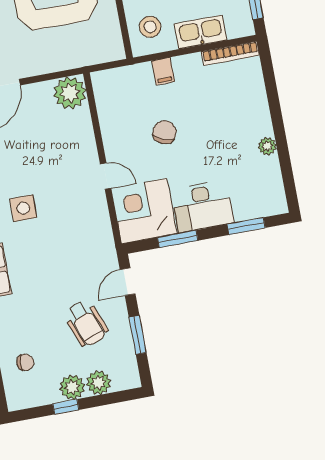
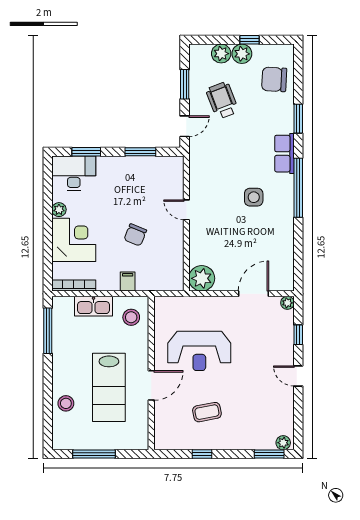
desk: (202, 206) -> (74, 173), moved
corner desk: (144, 211) -> (74, 240), moved, turned -90
chair: (25, 362) -> (274, 79), width x1.87, depth x1.87

